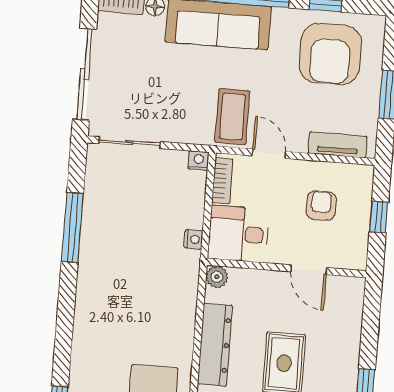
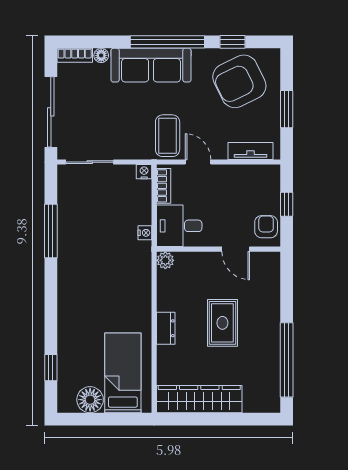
armchair: (330, 54) -> (239, 81), turned 64
armchair: (321, 206) -> (266, 227), moved
dresser: (215, 345) -> (166, 328), width x0.51, depth x0.80

